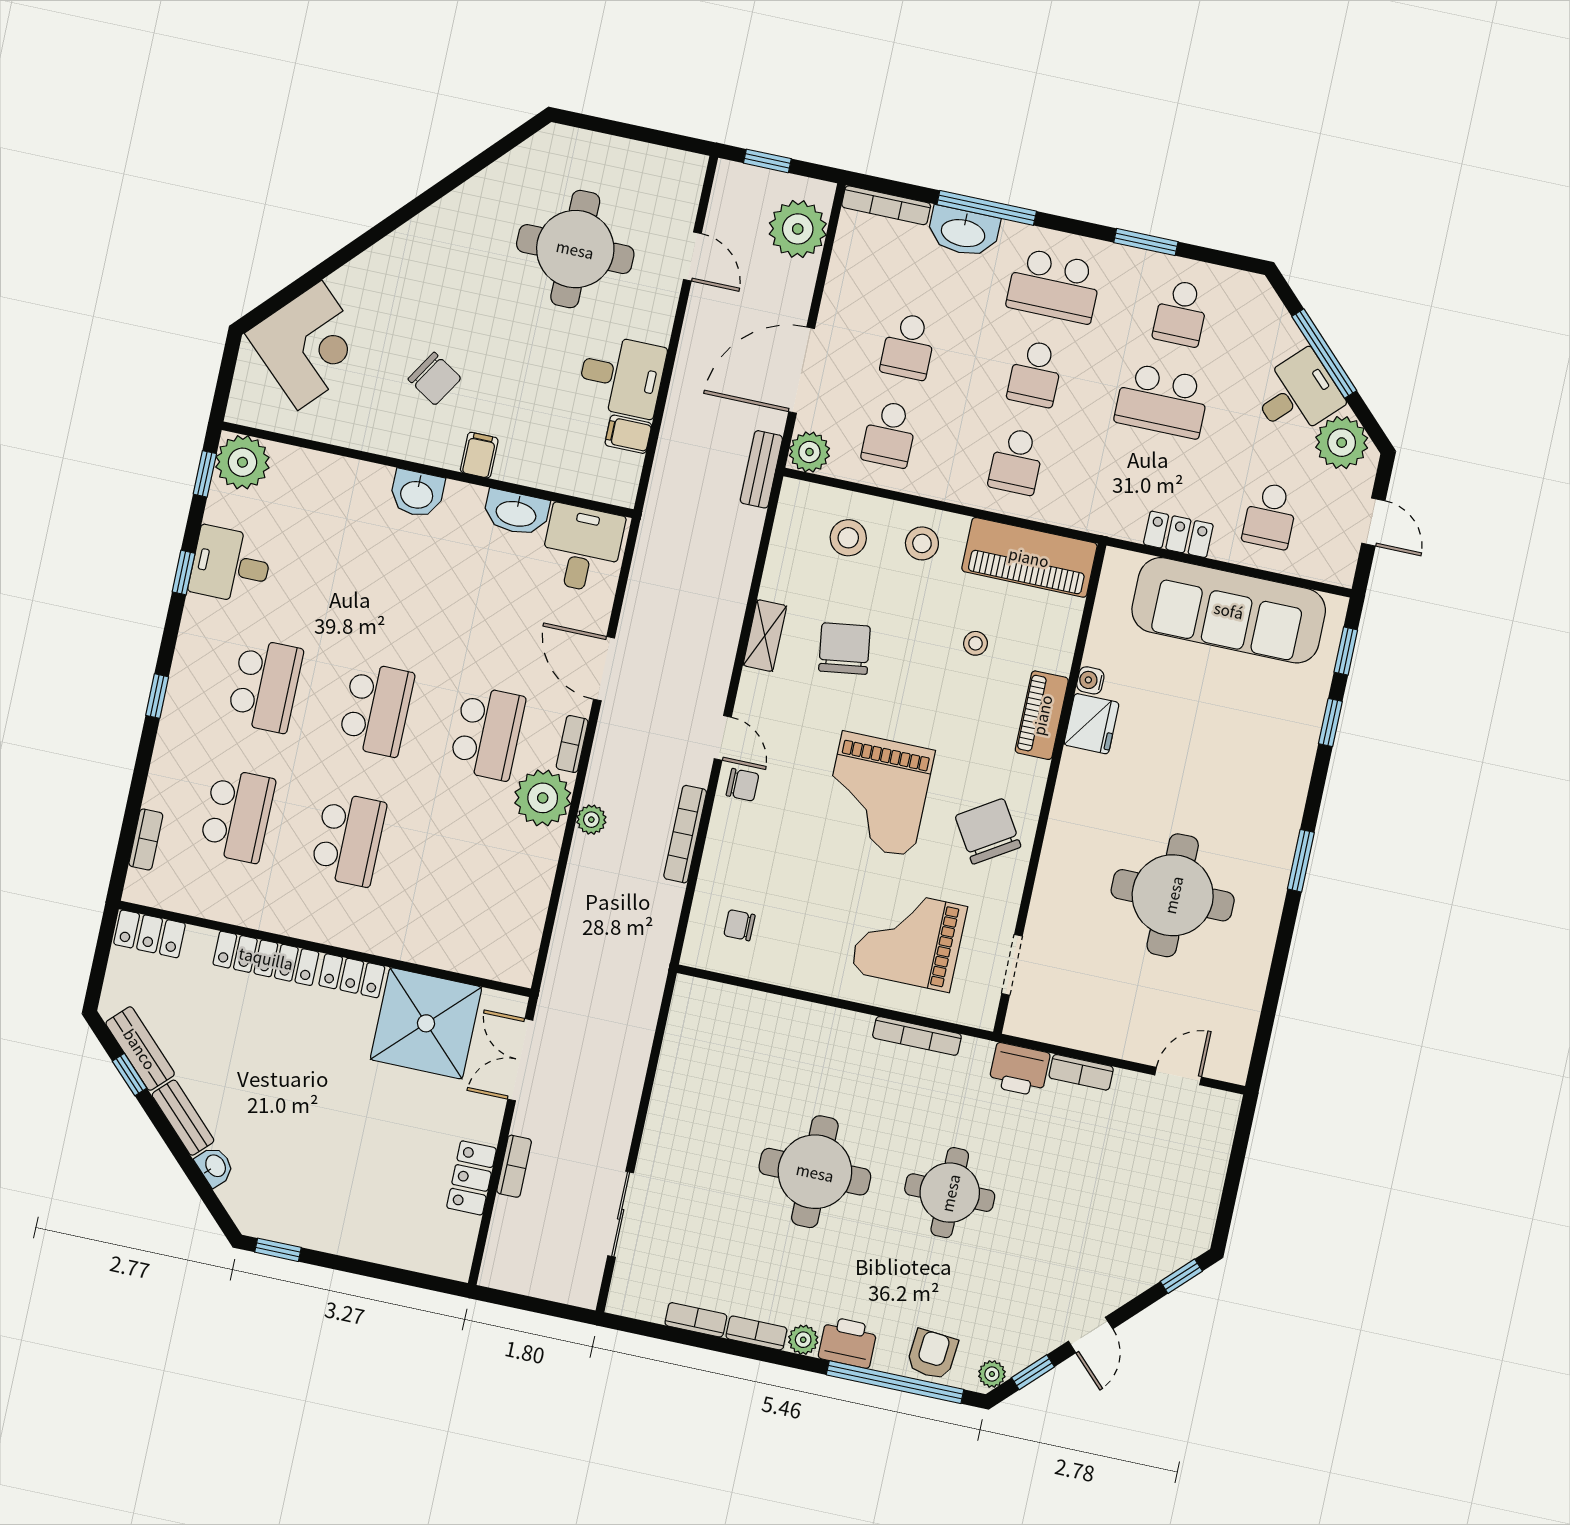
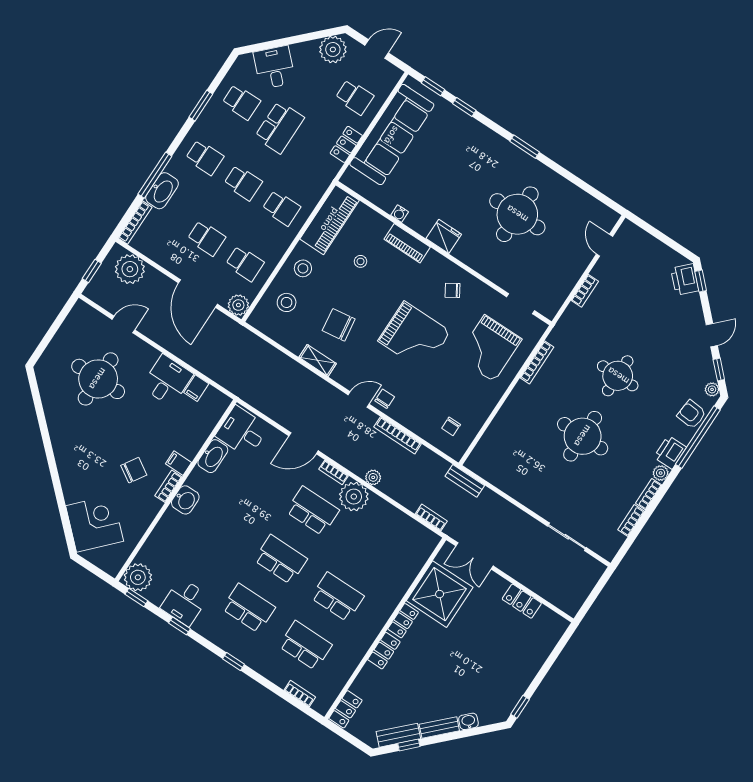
school desk: (1054, 286) -> (205, 157), width x0.54
window: (1324, 353) -> (287, 41), removed
desk: (1297, 395) -> (274, 67), moved
bookcase: (430, 453) -> (168, 486), added
bench: (761, 469) -> (465, 481), moved
fridge: (1091, 724) -> (444, 236), moved
chair: (988, 831) -> (452, 290), width x0.54, depth x0.54
locker: (266, 958) -> (384, 651), width x0.66
printer: (1019, 1070) -> (685, 279), moved, turned 135
bookcase: (514, 1166) -> (431, 517), moved
door: (1091, 1335) -> (712, 335), hinge flipped

